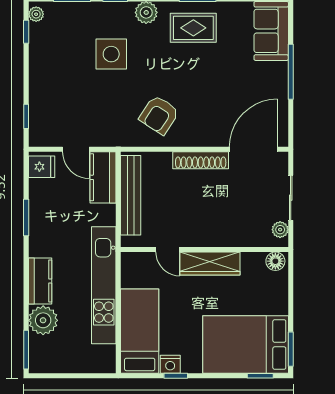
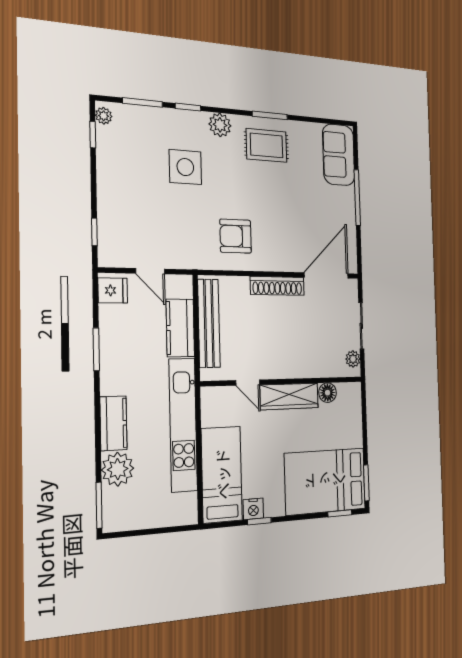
armchair: (159, 115) -> (236, 236), turned 57
kitchen counter: (103, 177) -> (180, 328), moved
floor lamp: (275, 261) -> (328, 393), moved

